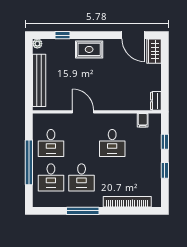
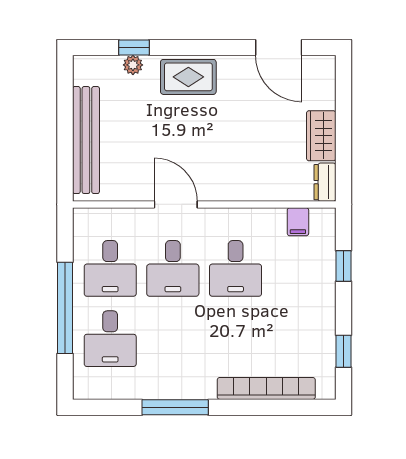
plant: (37, 44) -> (133, 65), moved
wardrobe: (154, 51) -> (321, 136), moved
window: (165, 170) -> (343, 351), moved
desk: (82, 177) -> (173, 268), moved

